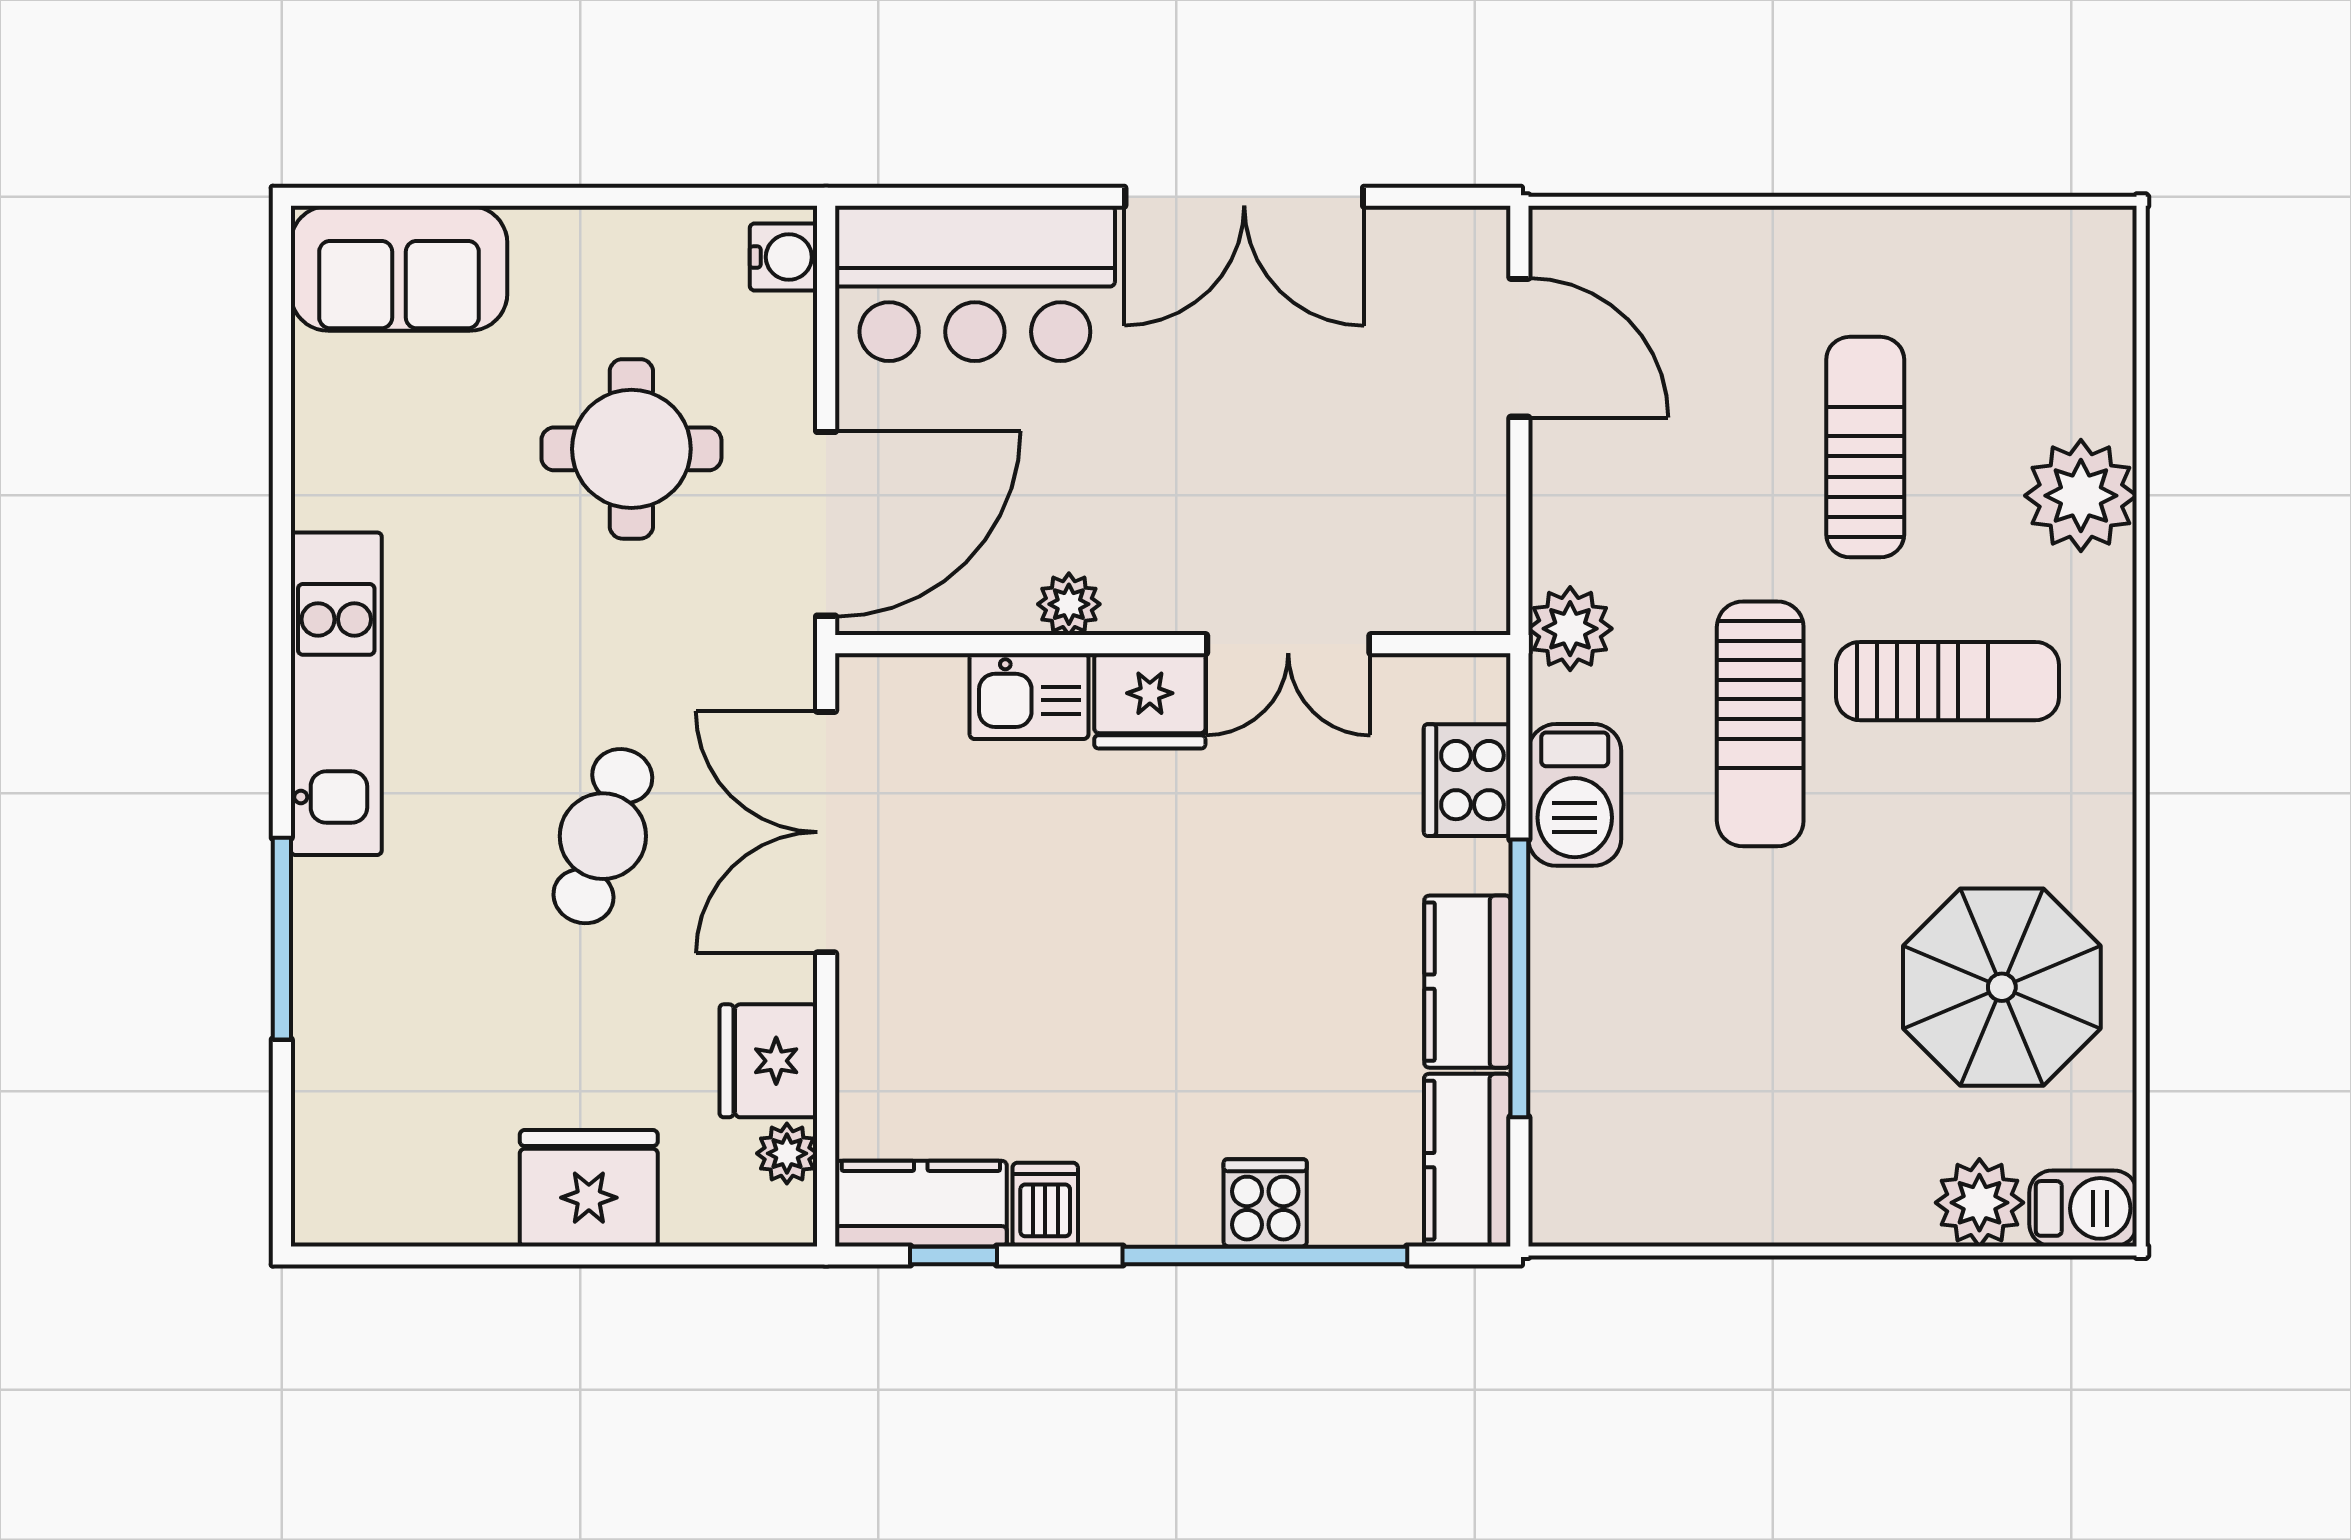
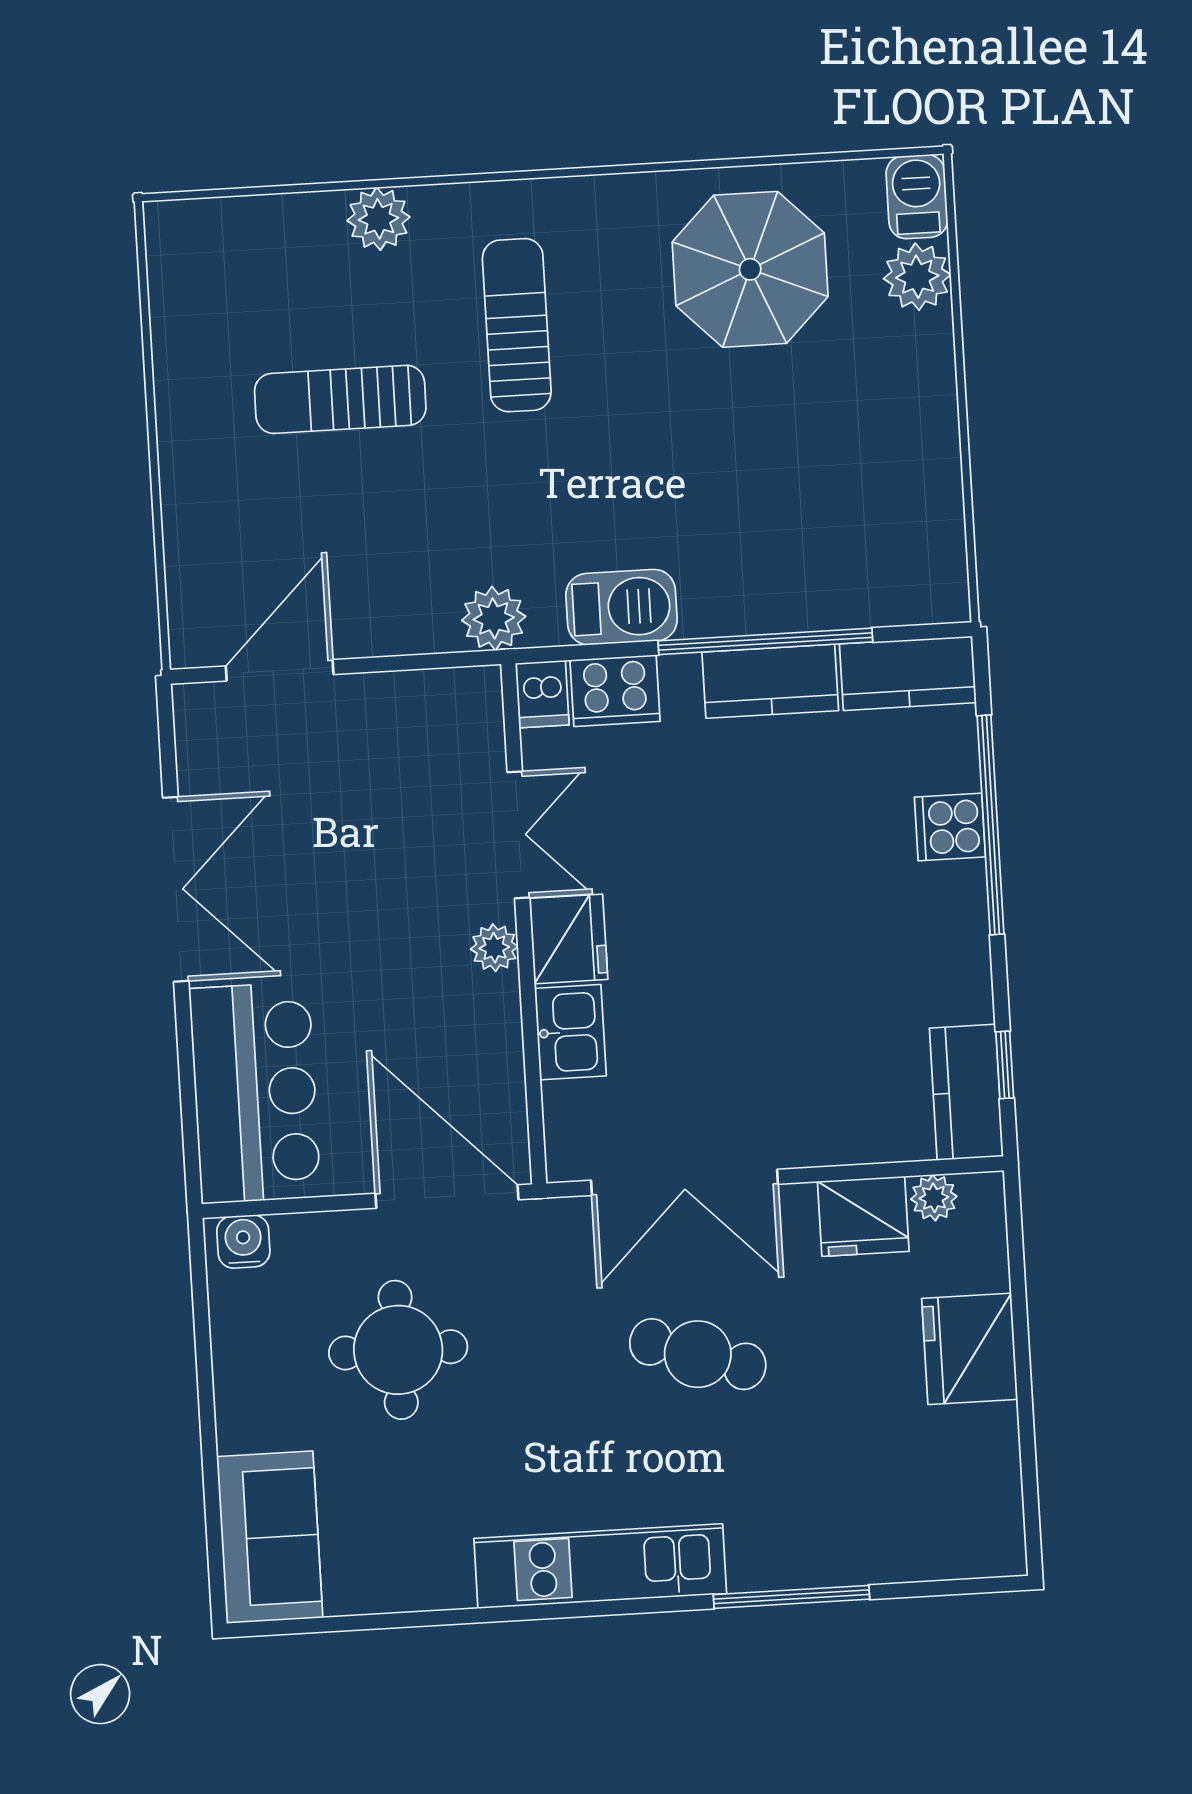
plant: (2081, 496) -> (379, 219), width x0.73, depth x0.73
plant: (1069, 604) -> (494, 948), moved
sun lounger: (1760, 724) -> (558, 468), removed
dishwasher: (1045, 1205) -> (542, 694), moved, turned -90

